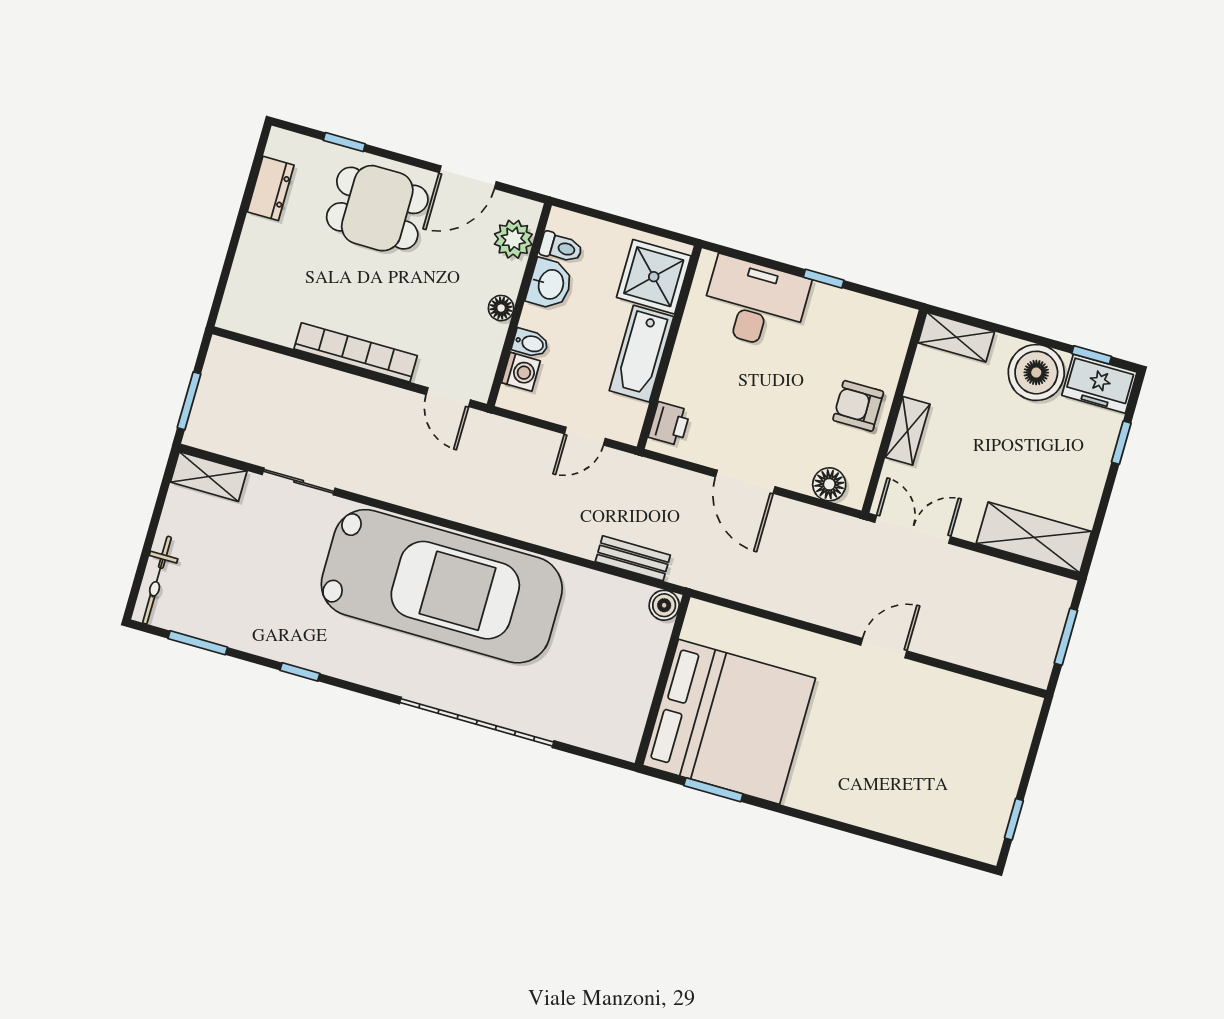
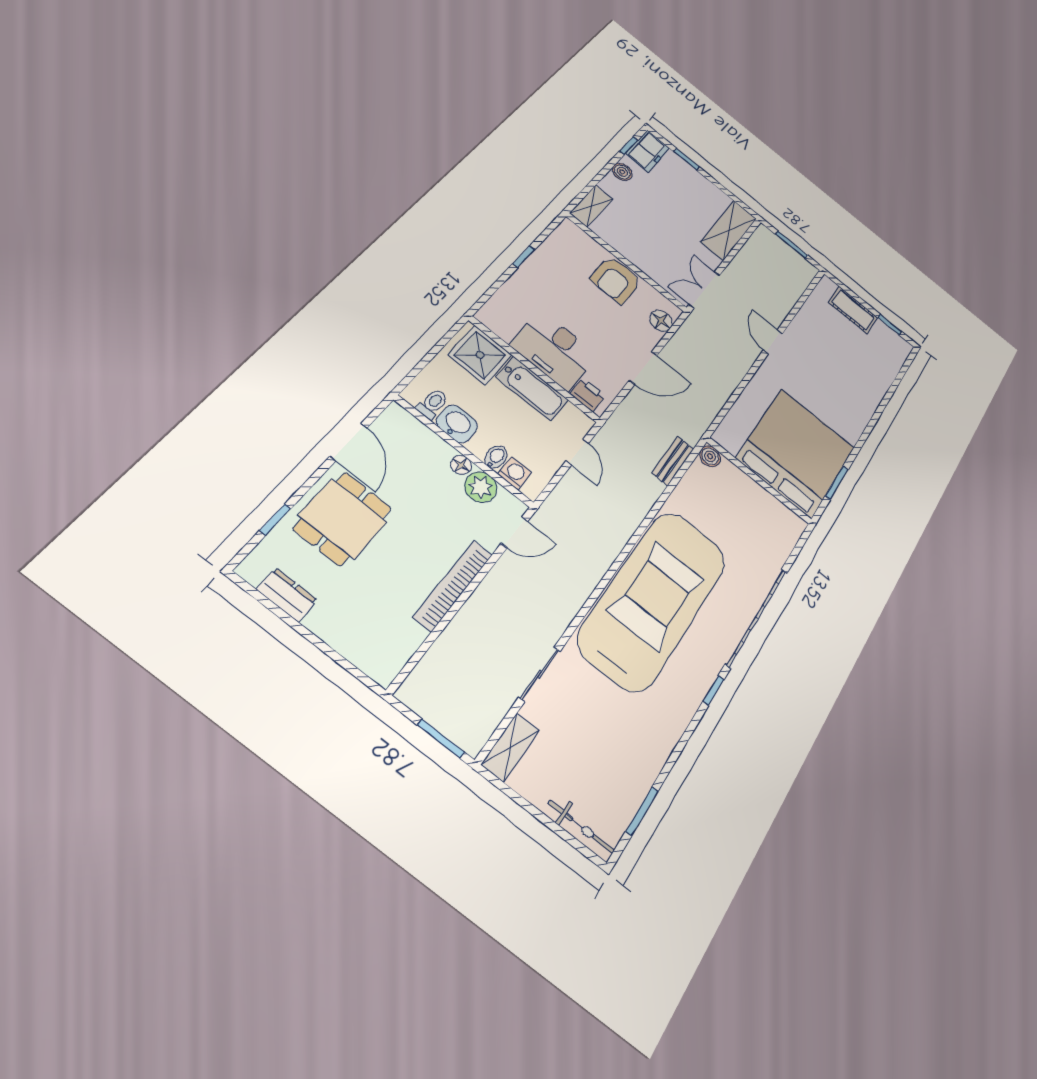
plant: (513, 239) -> (481, 487), moved
desk: (755, 303) -> (554, 350), moved, turned -90
boiler: (1036, 373) -> (622, 172), width x0.54, depth x0.54
armchair: (858, 406) -> (616, 280), width x1.38, depth x1.38
shelving: (908, 431) -> (641, 261), removed
window: (300, 672) -> (713, 690), moved
cot: (1007, 756) -> (853, 310), added

